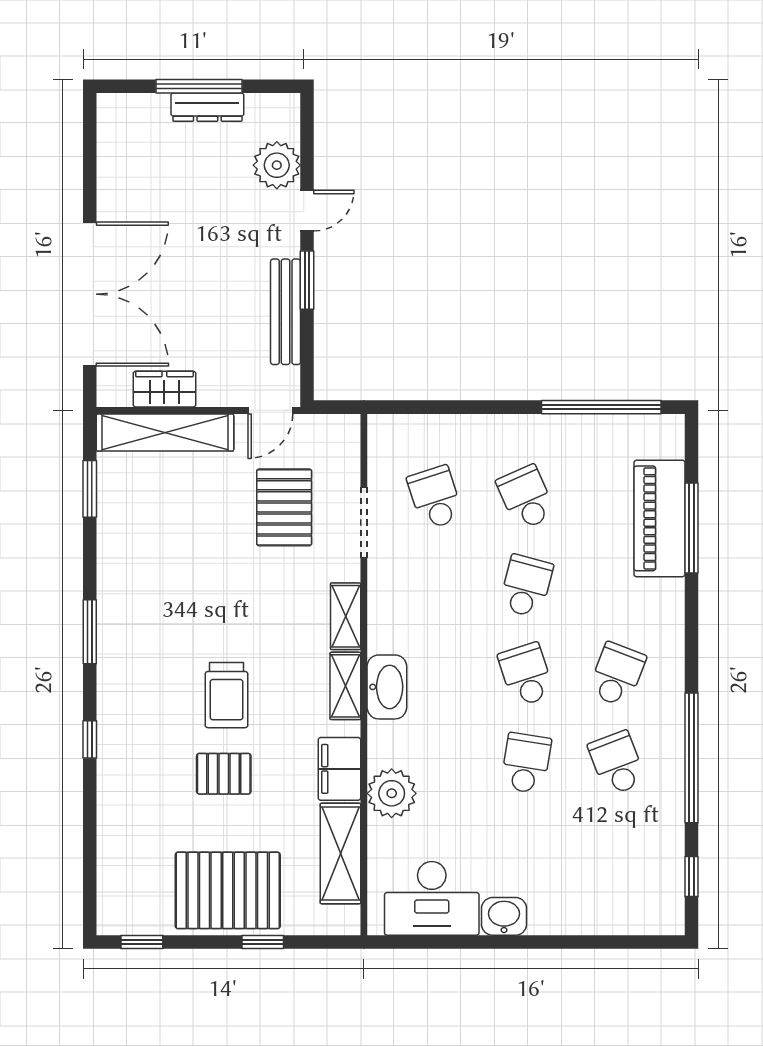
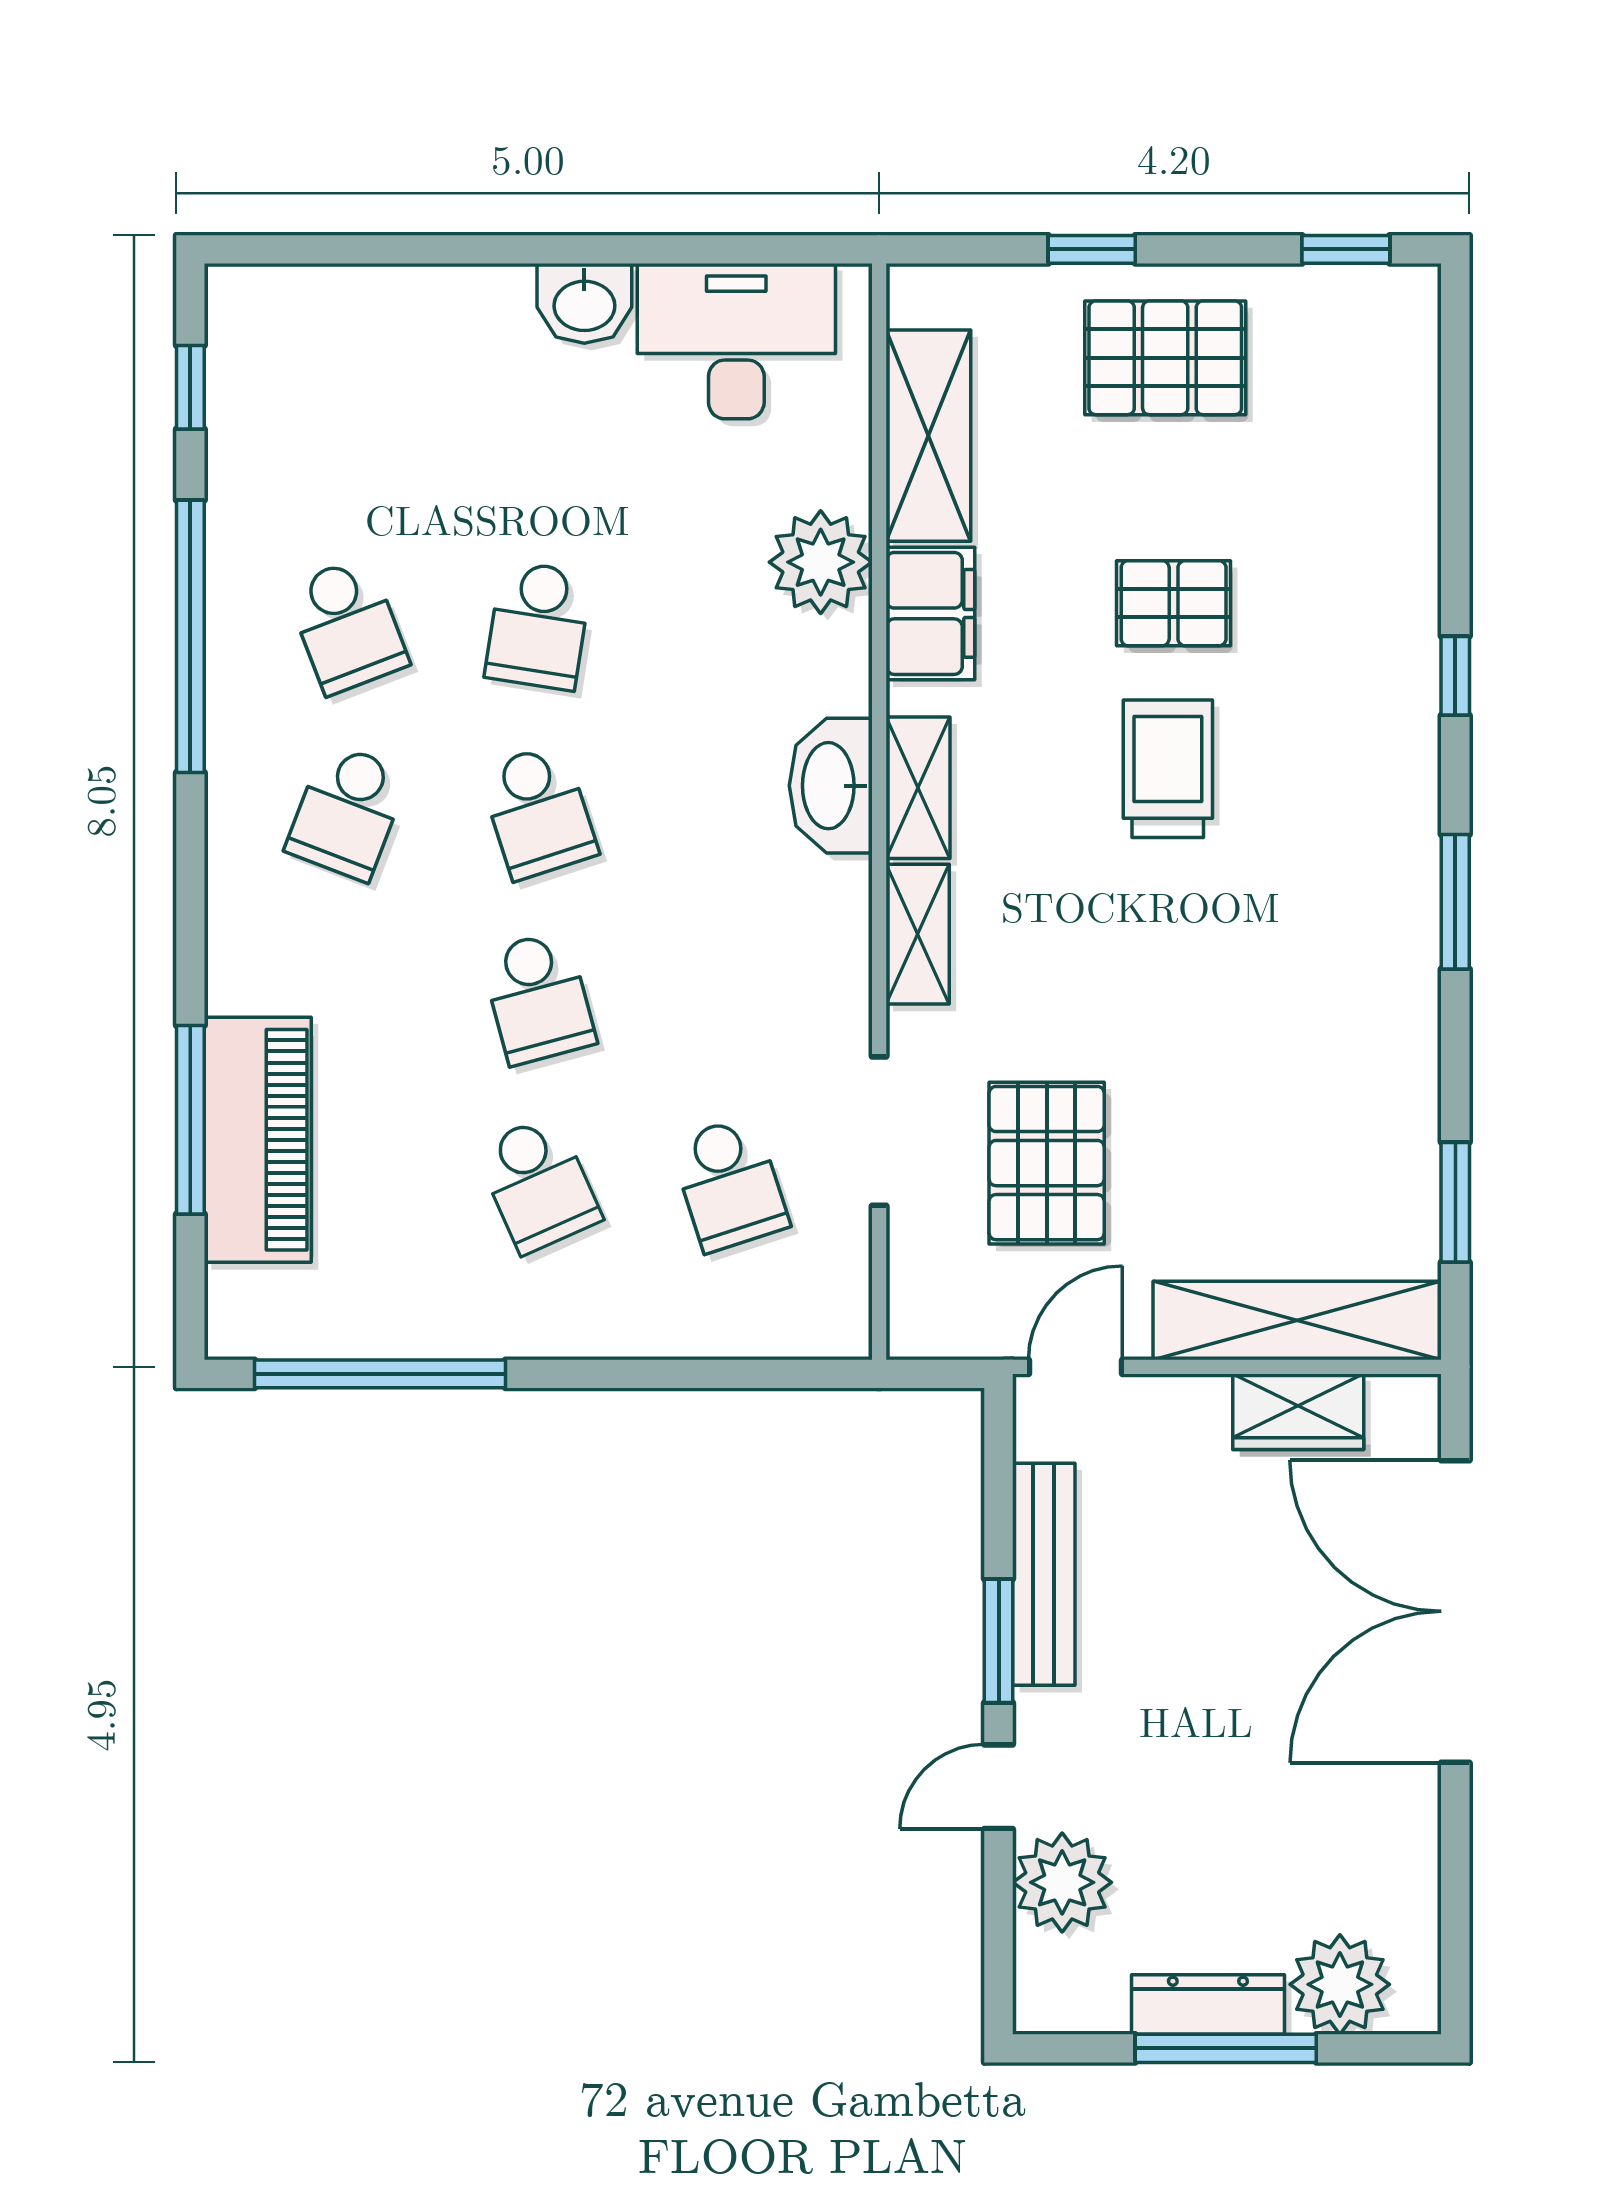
plant: (145, 117) -> (1340, 1984), added
school desk: (526, 586) -> (538, 998), turned -30
pallet: (228, 890) -> (1165, 358), width x0.73, depth x0.71

